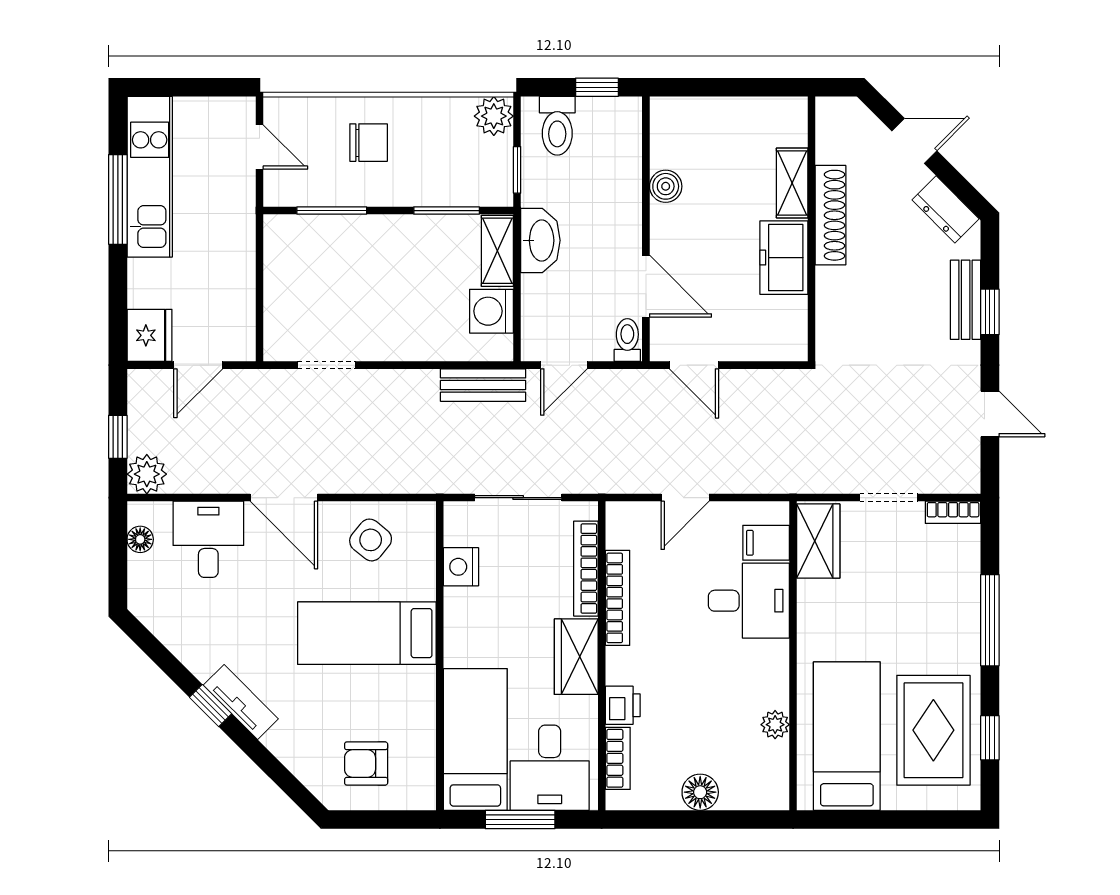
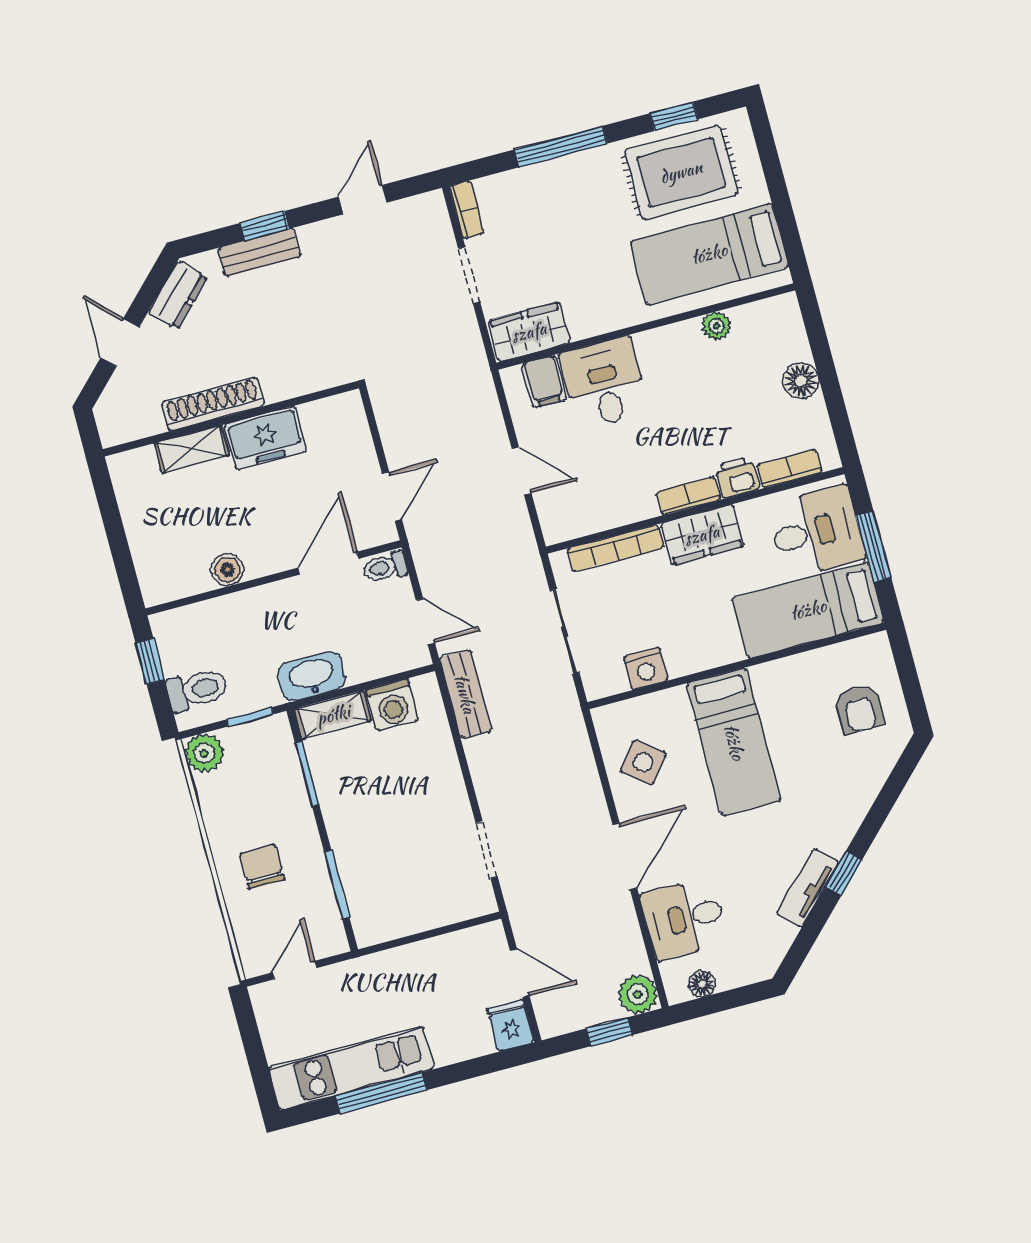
fridge: (149, 335) -> (511, 1026), width x0.72
bookcase: (618, 598) -> (688, 496), moved, width x0.64
tv unit: (241, 702) -> (808, 888), moved

